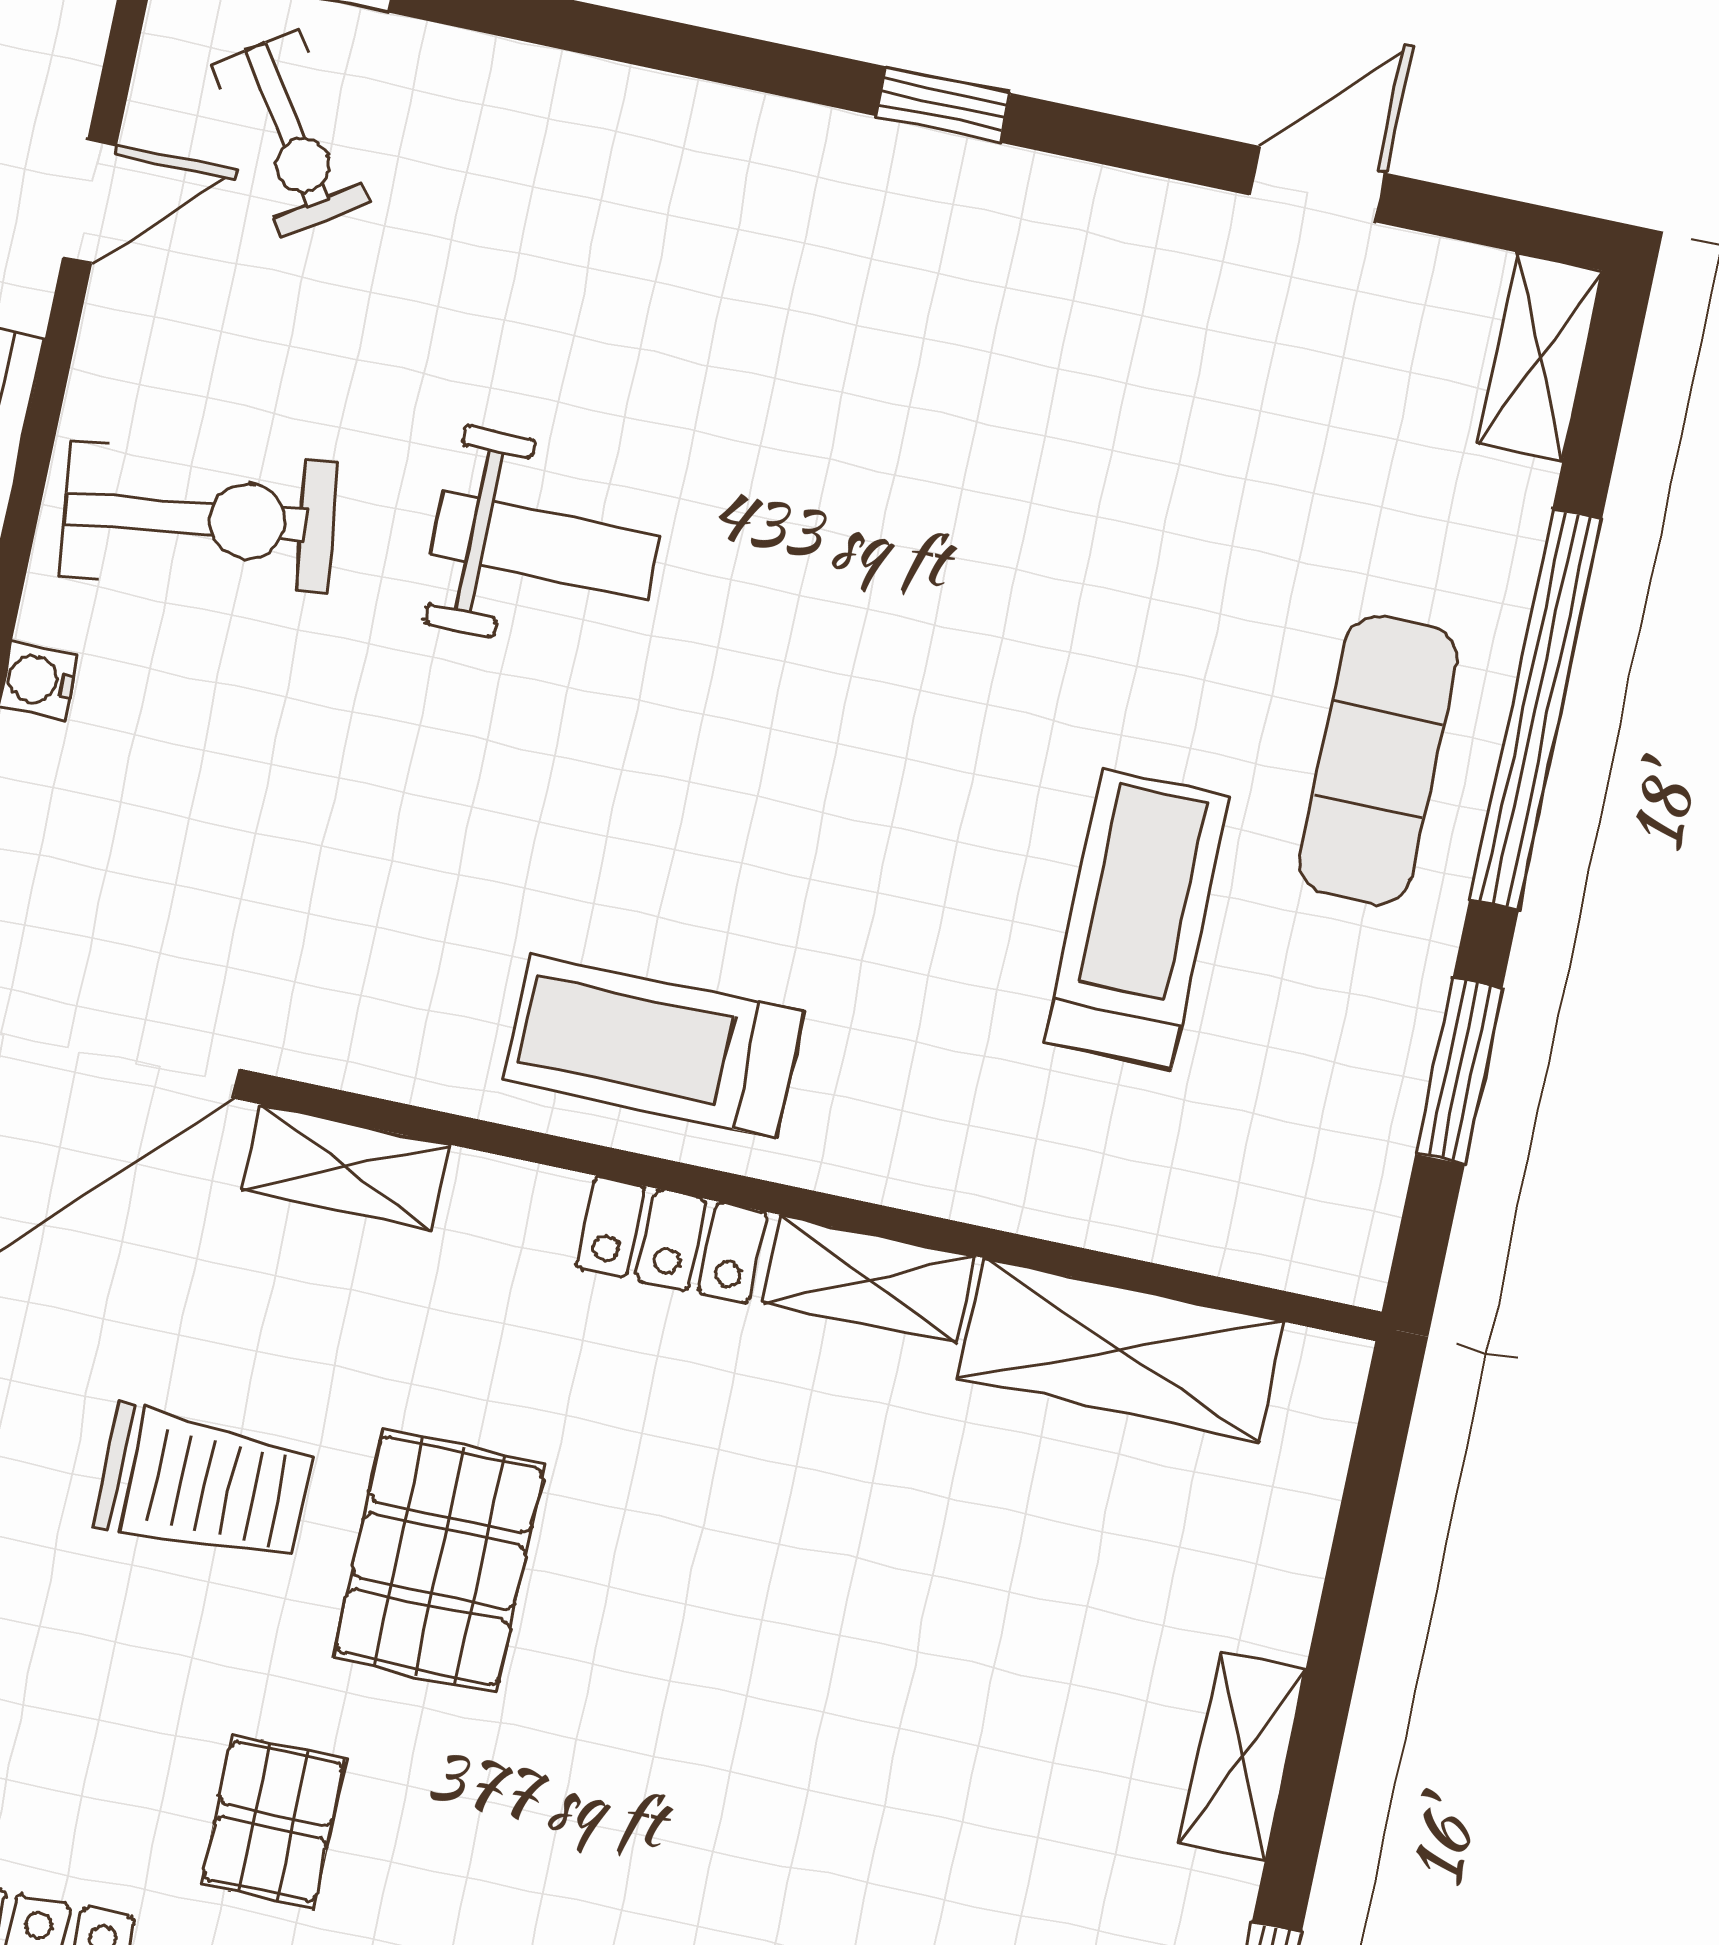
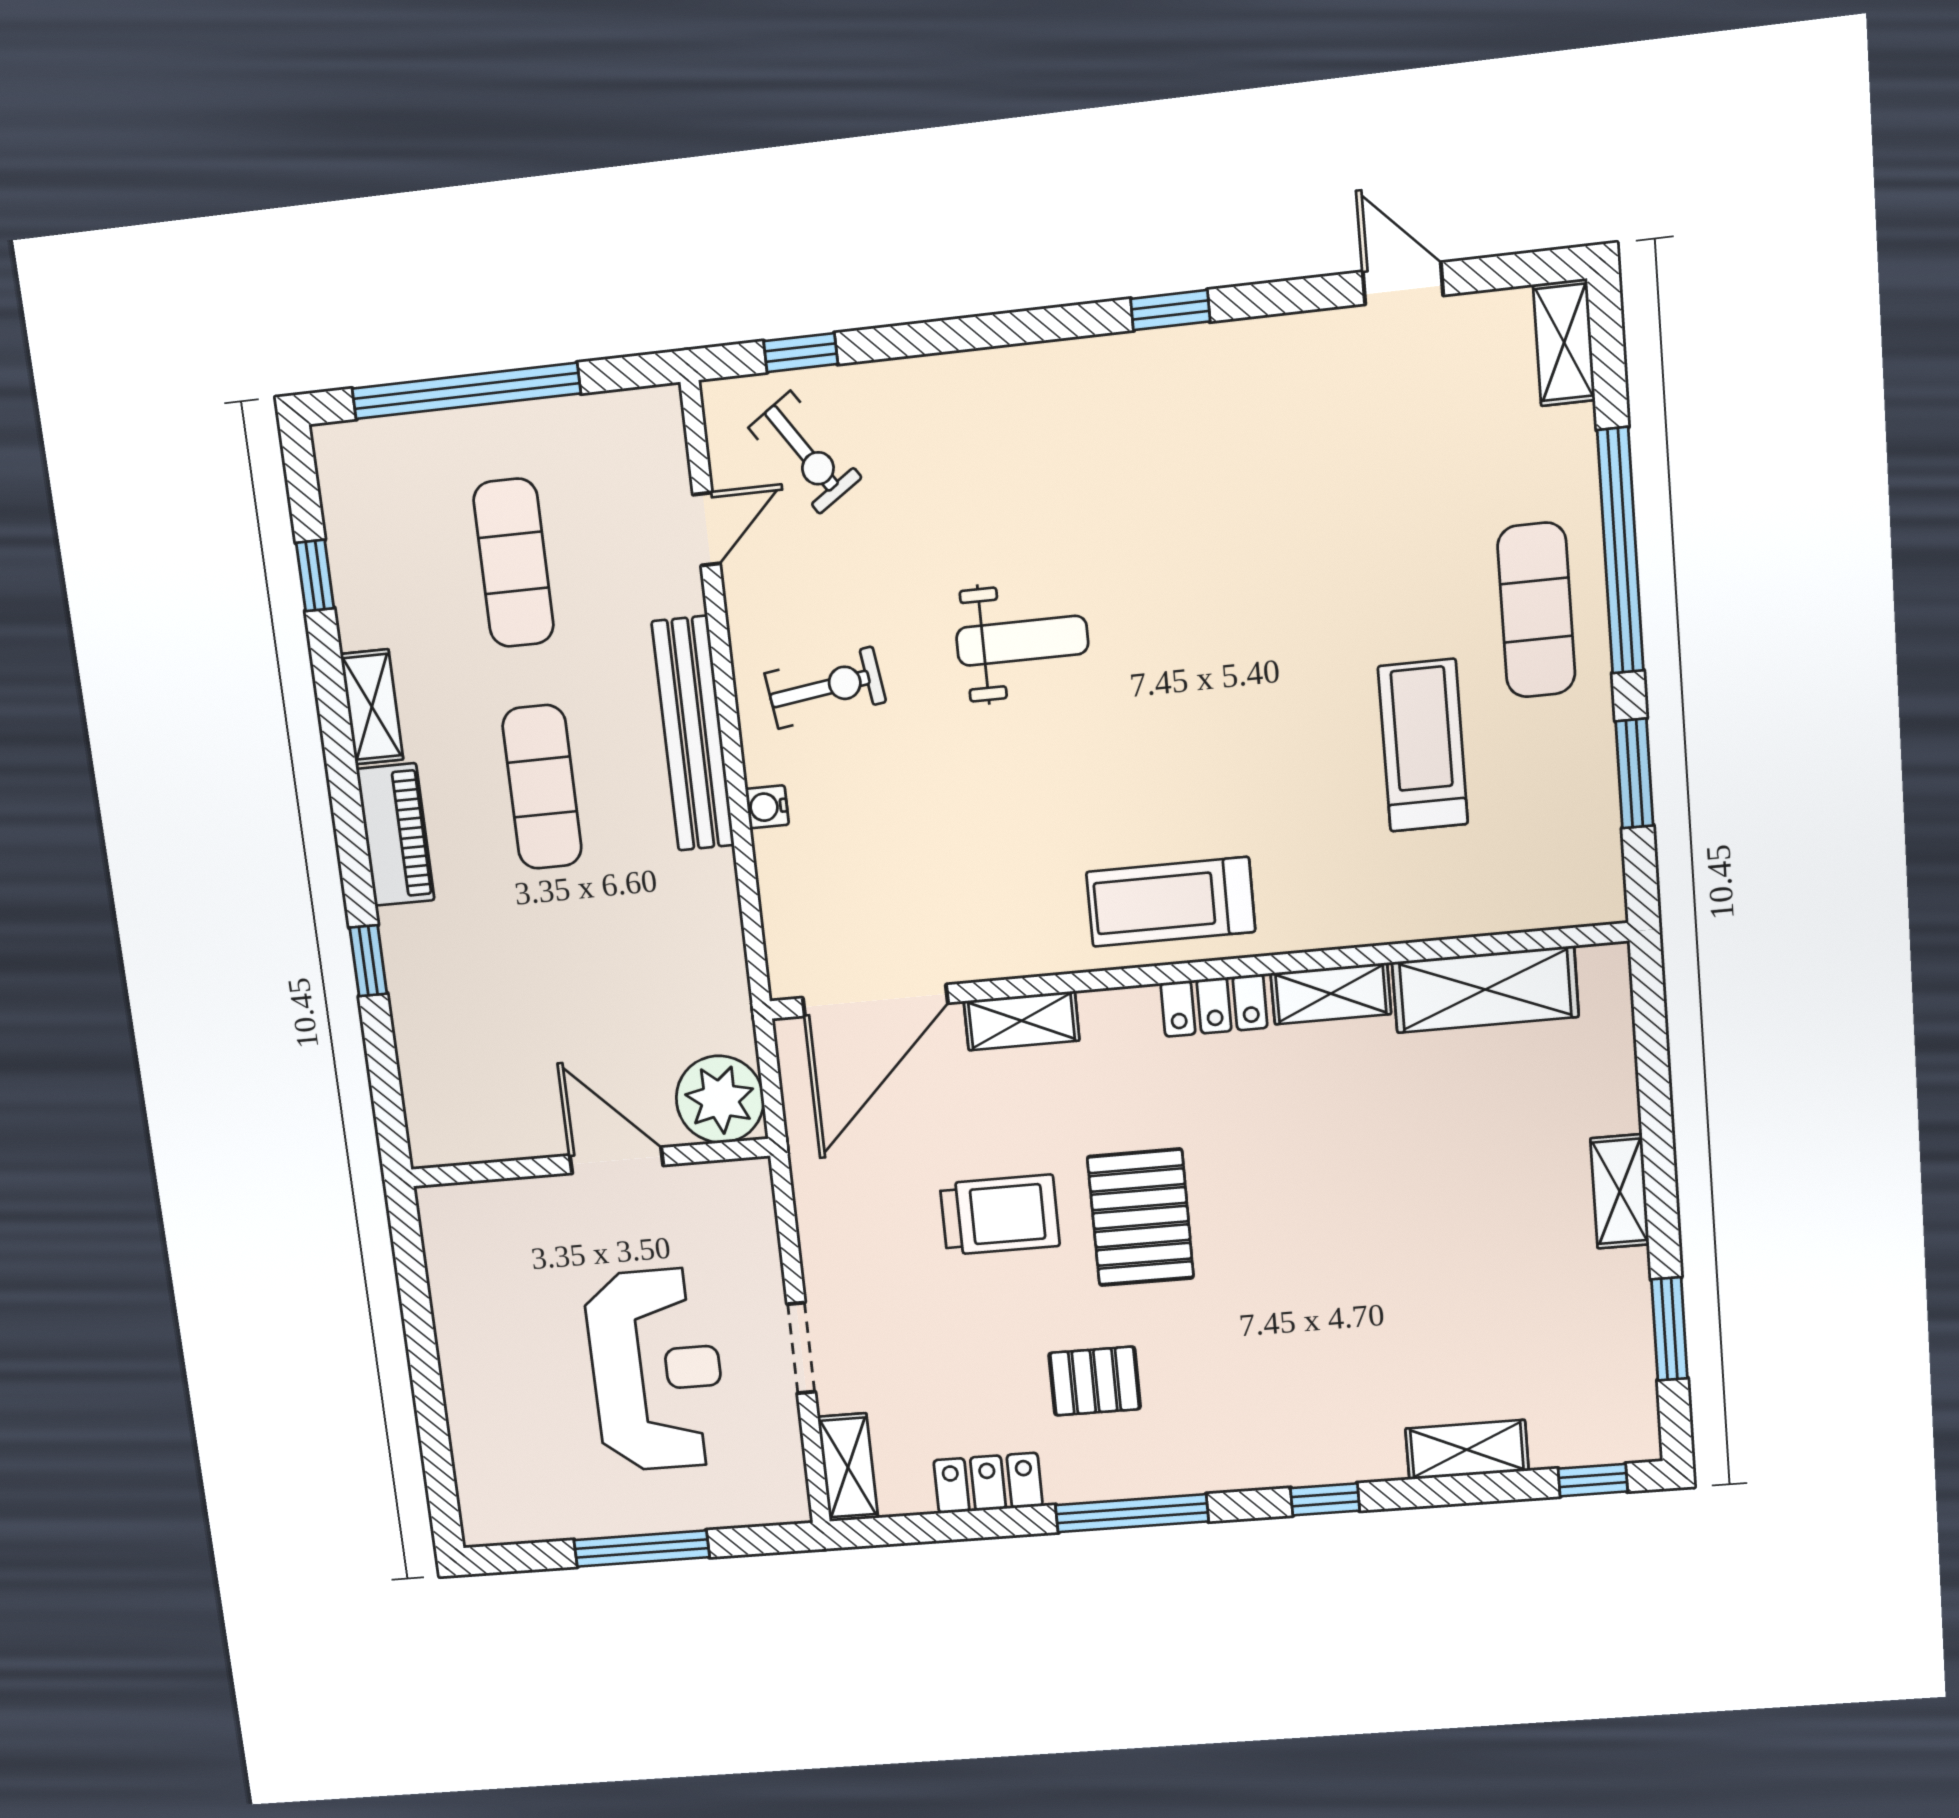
door: (1317, 184) -> (1403, 283), hinge flipped
exercise bike: (199, 517) -> (825, 688), width x0.73, depth x0.72
pallet: (273, 1821) -> (1095, 1381), turned 90

